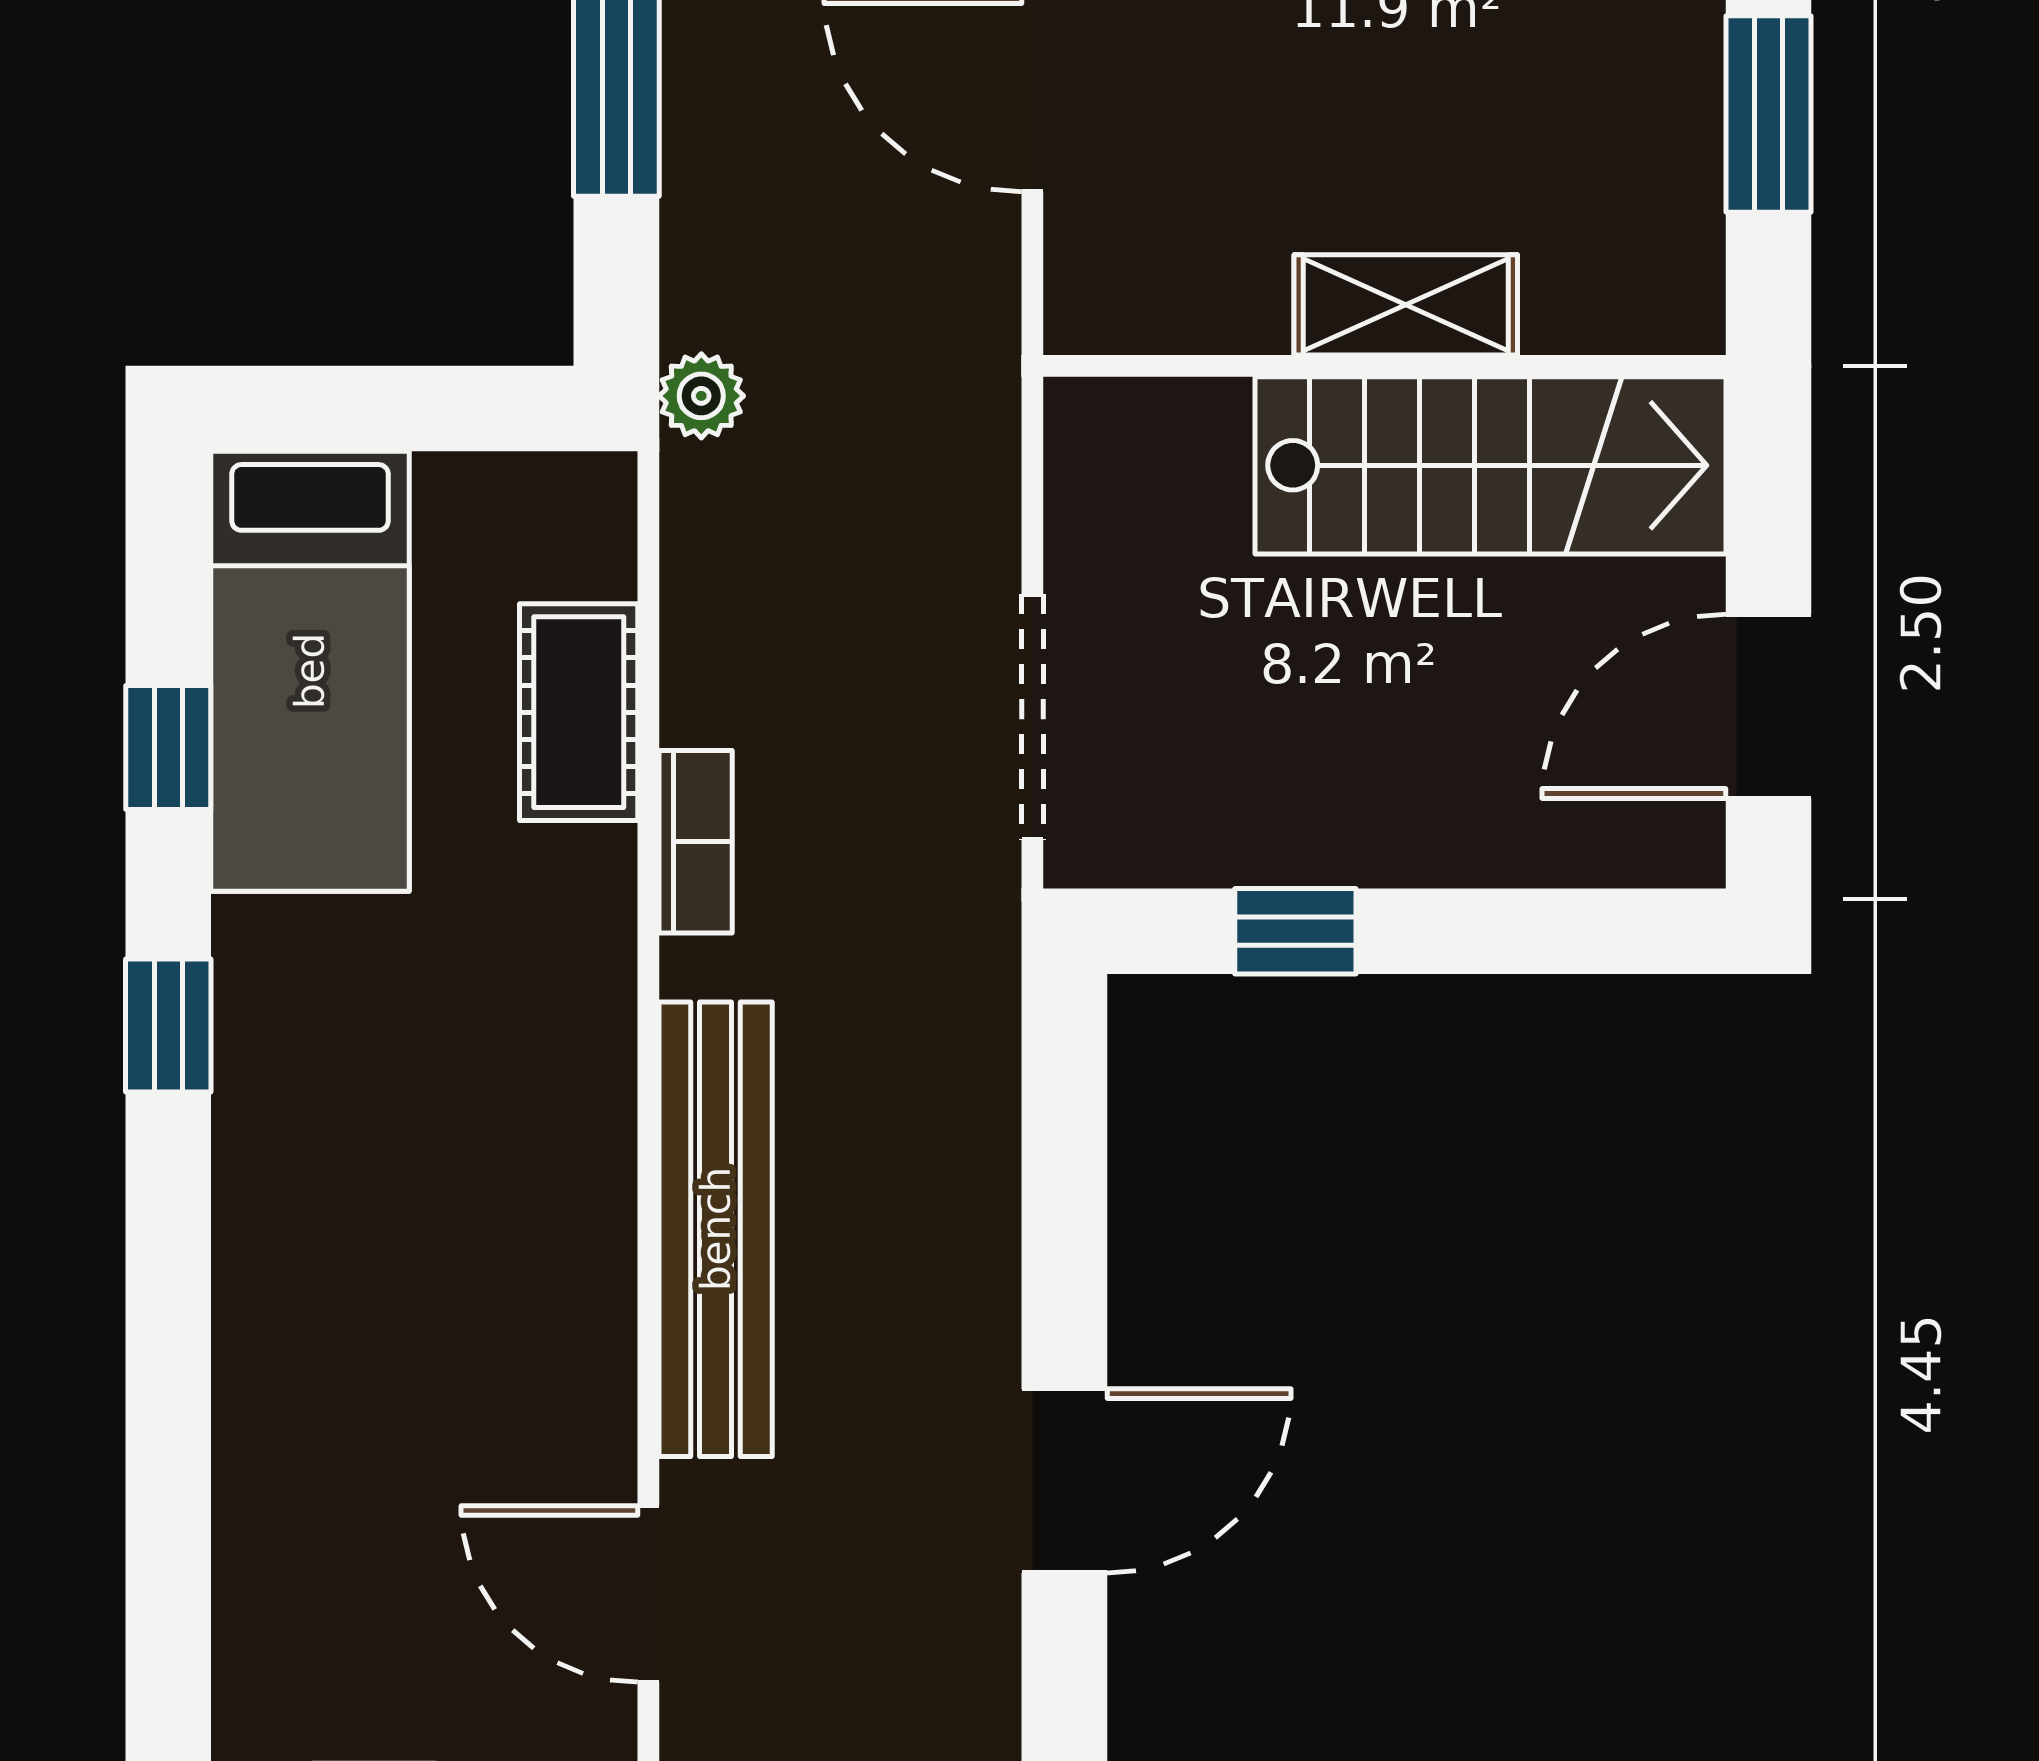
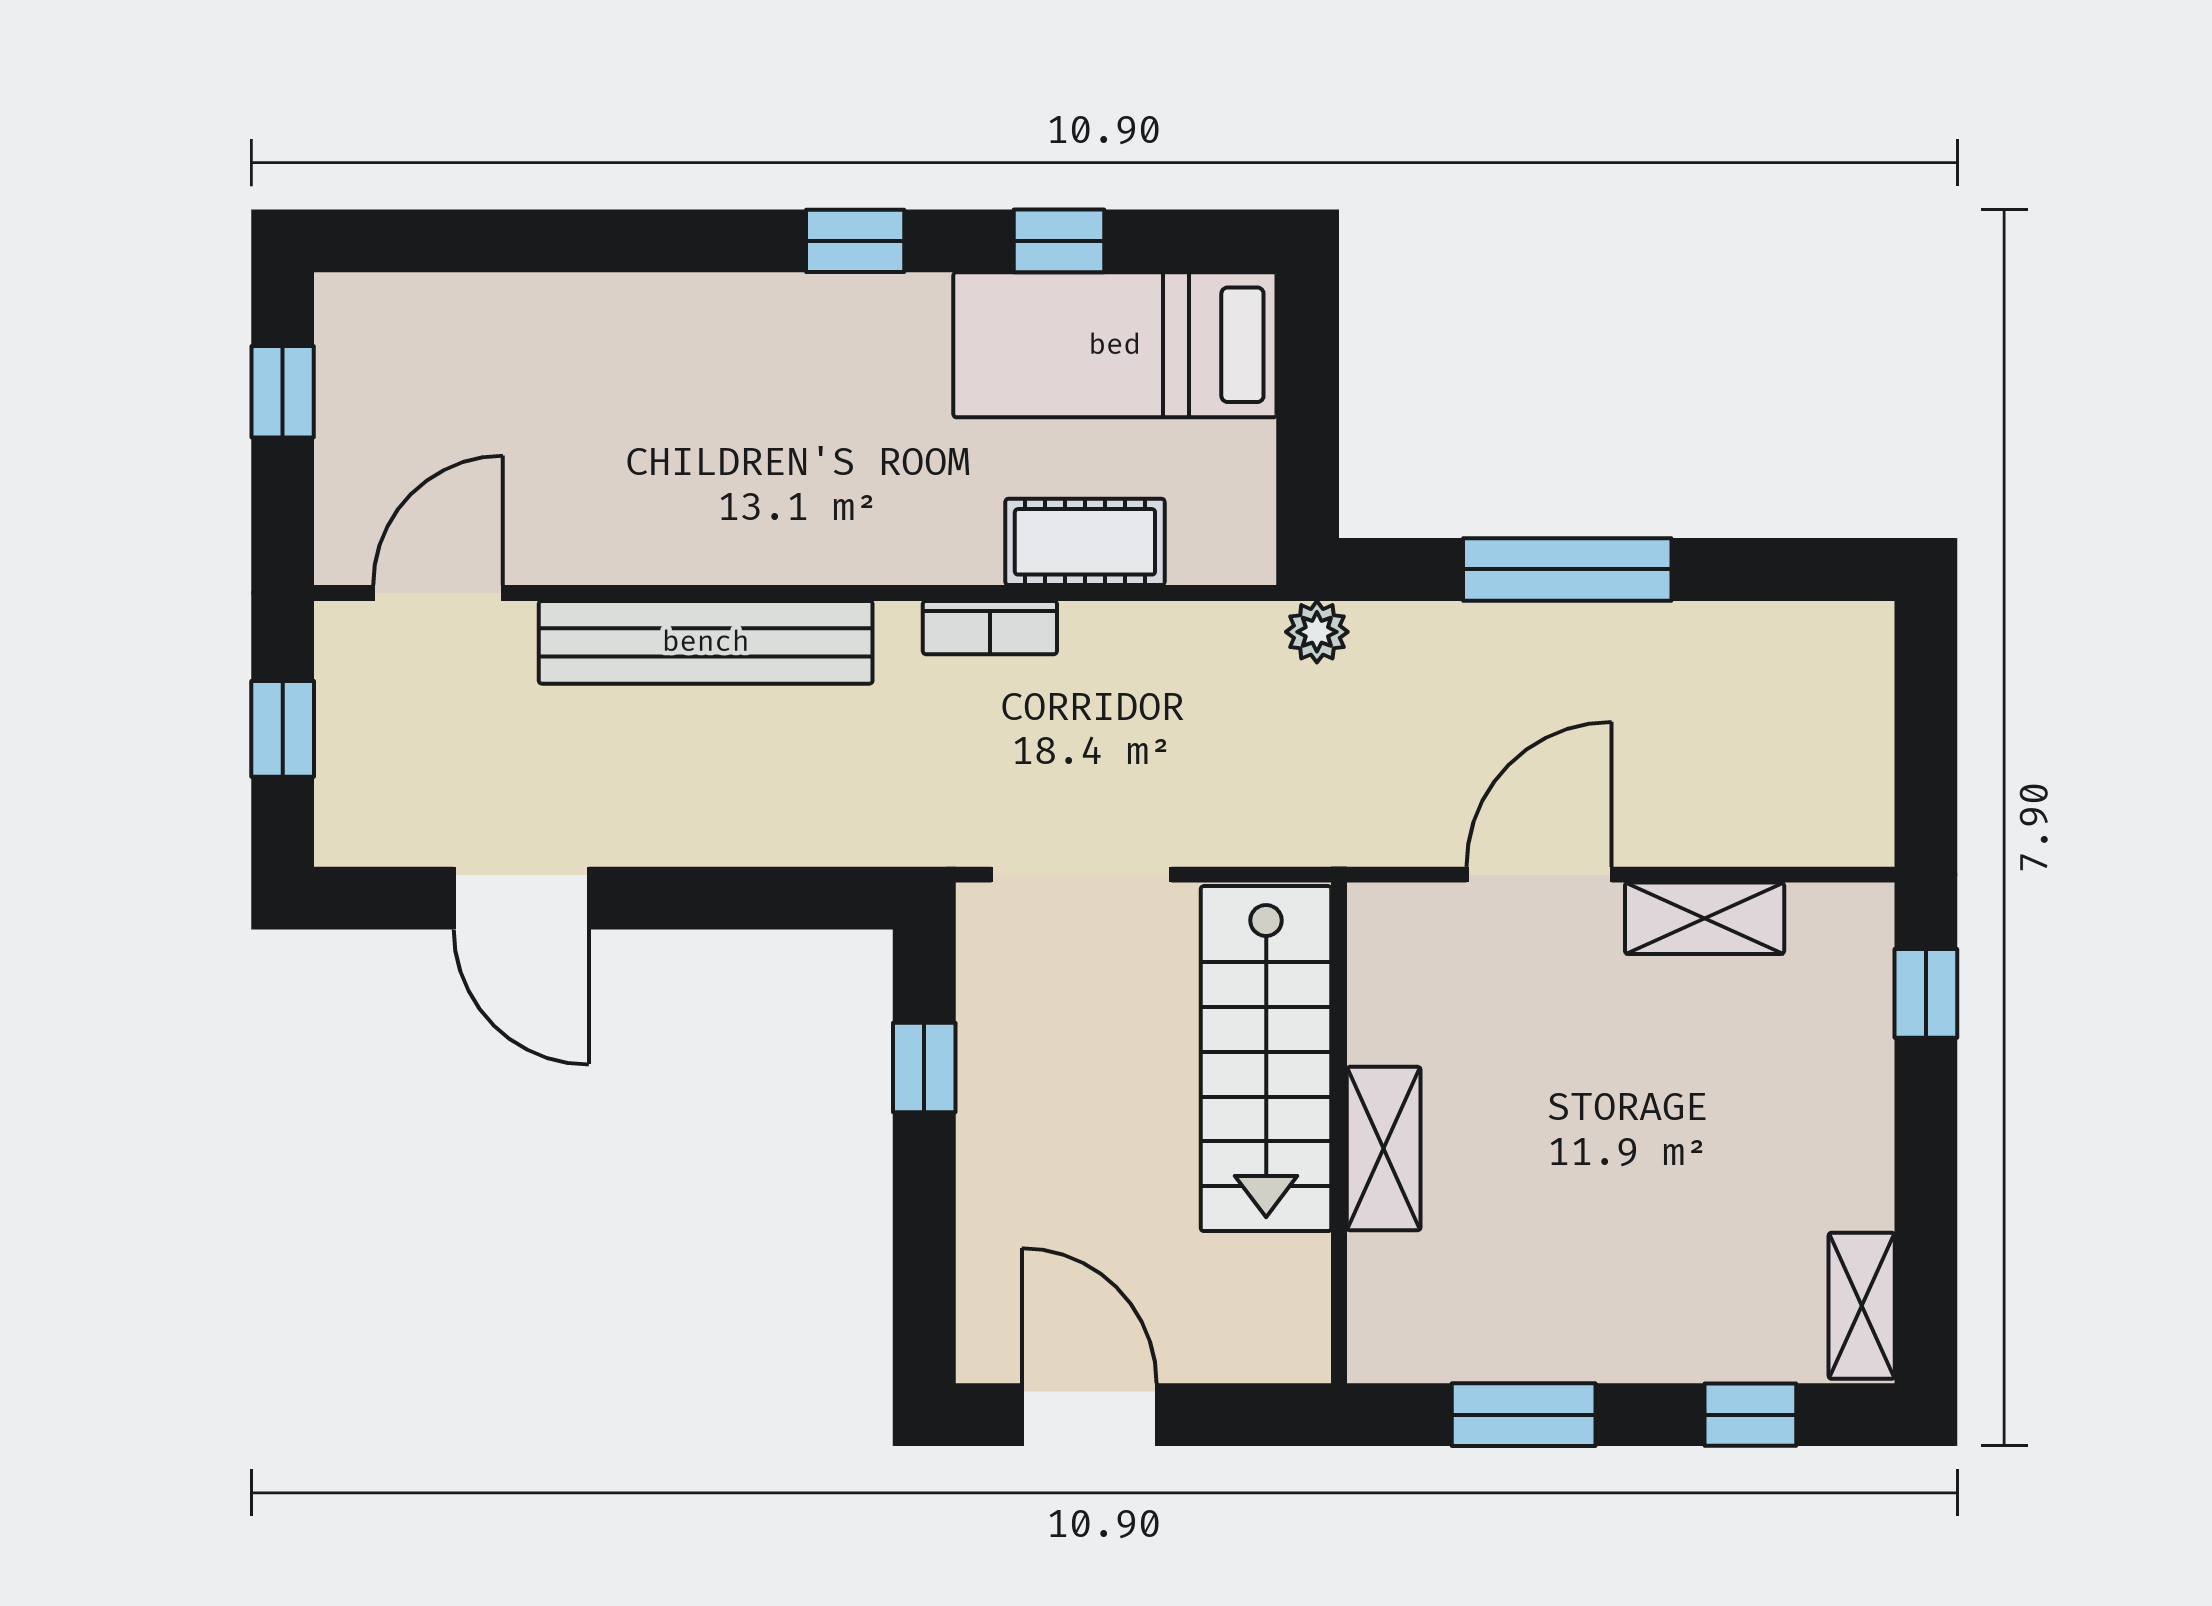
stairs: (1490, 465) -> (1266, 1059), moved

